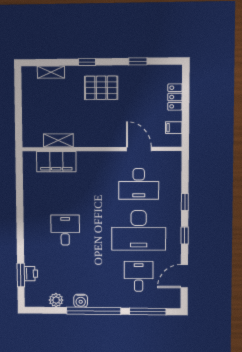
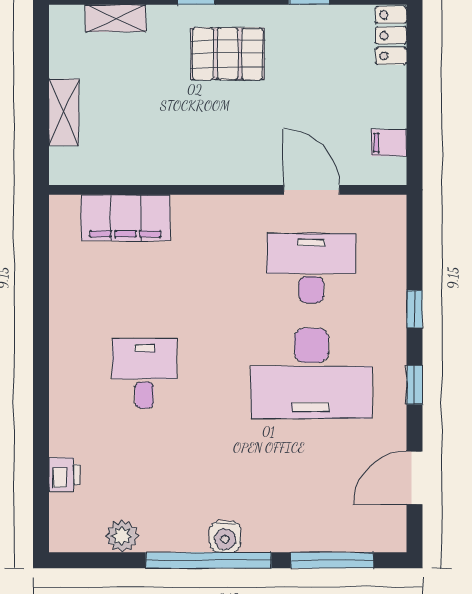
locker: (175, 97) -> (391, 35), moved
shelving: (58, 140) -> (64, 112), moved, turned 90
desk: (139, 184) -> (311, 268), turned 180
window: (21, 275) -> (41, 478), removed
desk: (139, 276) -> (311, 479), removed
water cooler: (81, 301) -> (225, 537), moved

